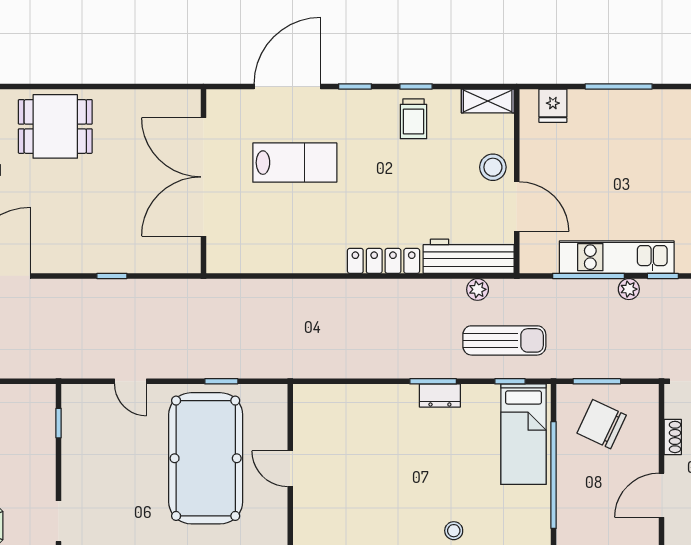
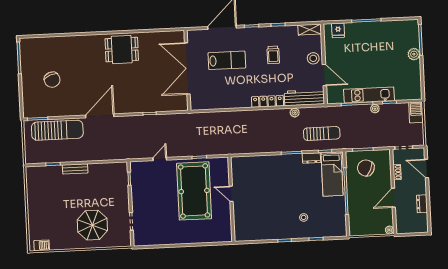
trolley: (414, 119) -> (273, 55), moved
plant: (478, 289) -> (295, 113), moved
door: (130, 381) -> (160, 159), swing flipped
dresser: (440, 395) -> (311, 158), moved

